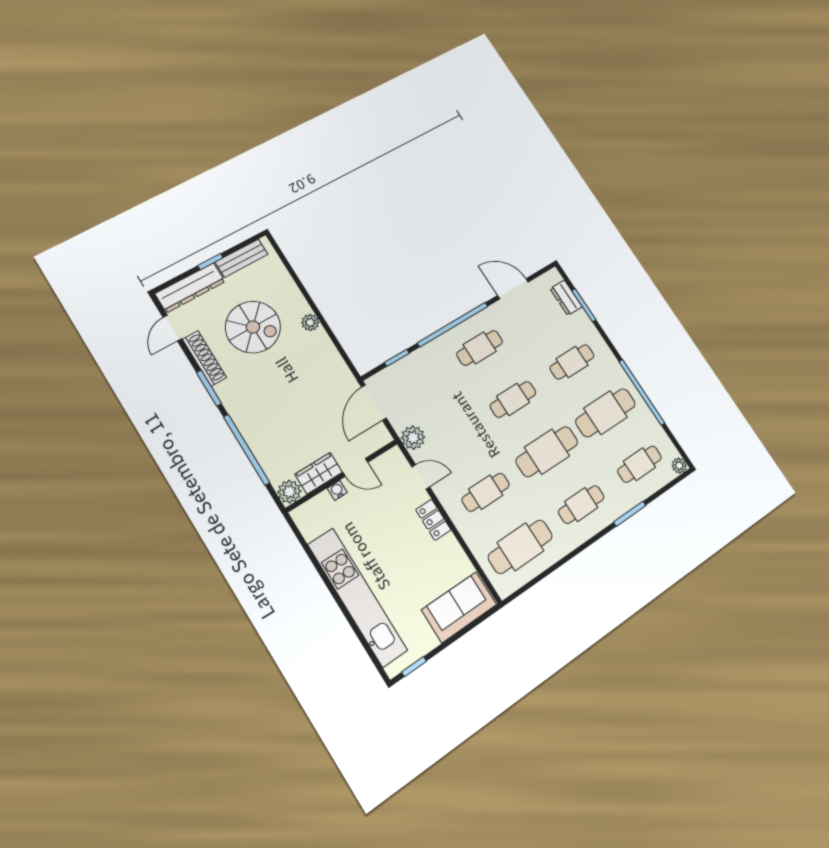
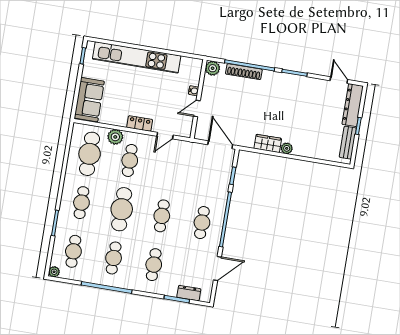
spiral stairs: (253, 327) -> (308, 119), removed
shoe rack: (204, 358) -> (244, 72), moved
cafe table: (606, 413) -> (114, 258), width x0.73, depth x0.74
plant: (413, 438) -> (115, 137), moved
wardrobe: (319, 473) -> (268, 143), moved, turned -90

